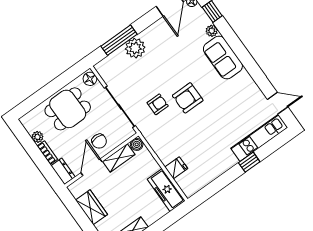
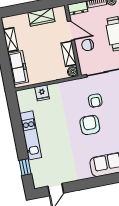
kitchen unit: (259, 138) -> (31, 135), moved
window: (249, 162) -> (25, 167), moved
freezer: (166, 190) -> (18, 68), moved, turned 90

